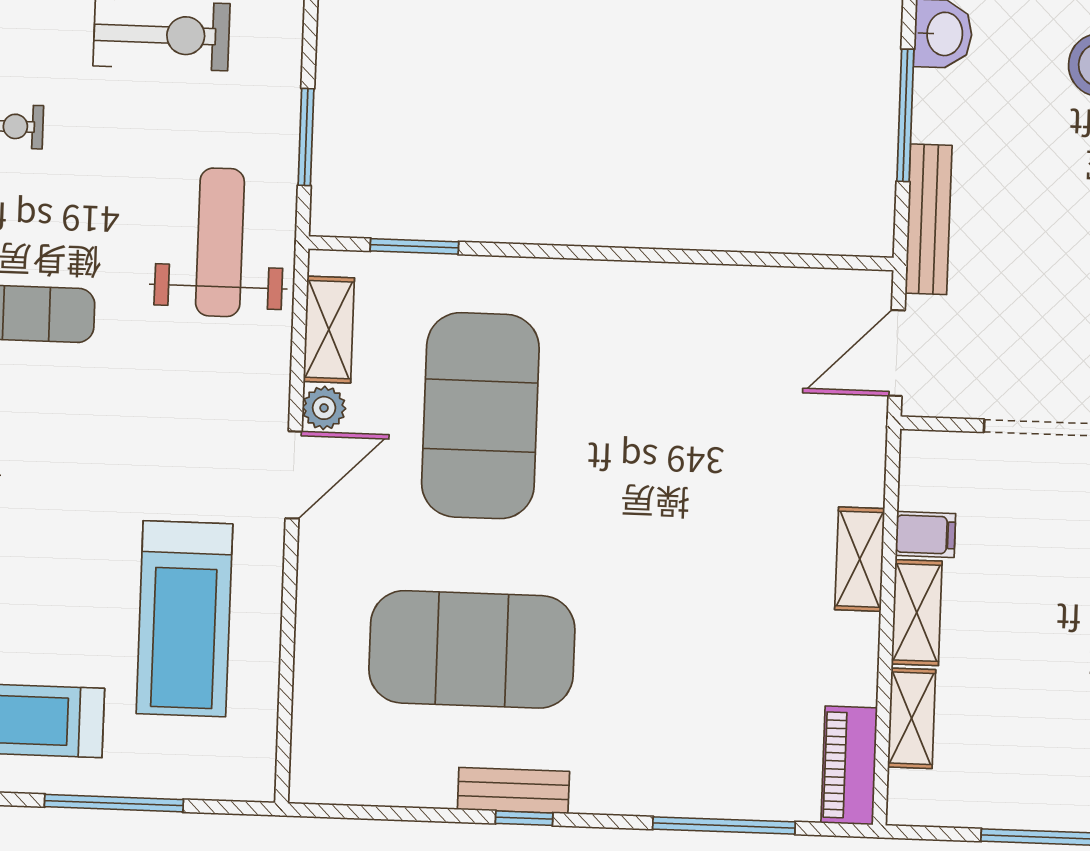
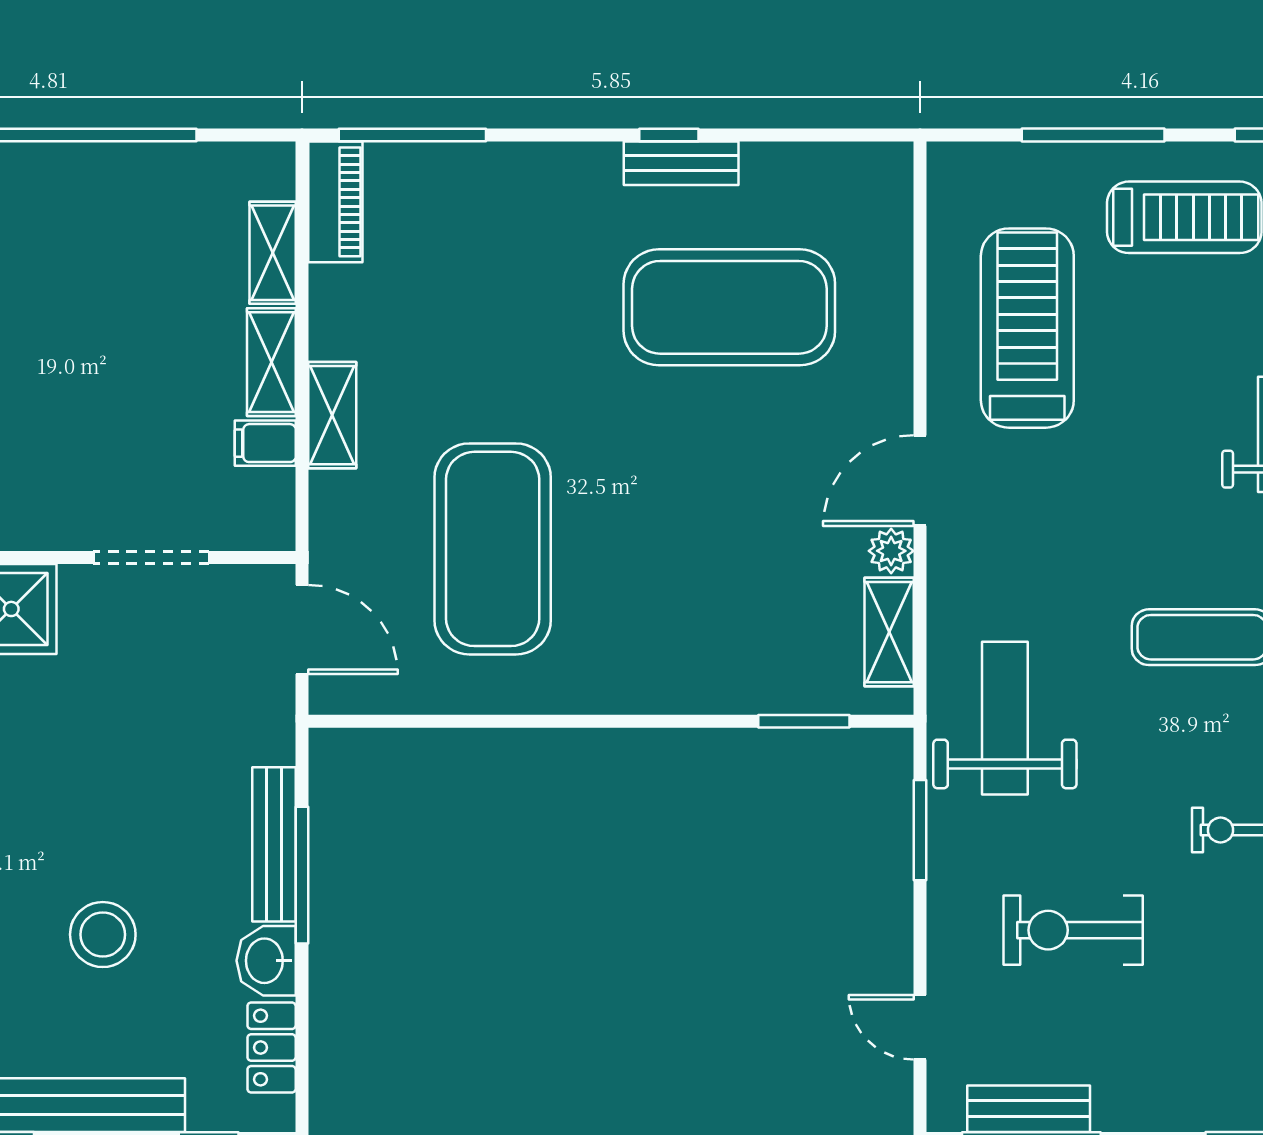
bench: (929, 219) -> (274, 844), moved
weight bench: (220, 242) -> (1005, 718), turned 180
door: (897, 353) -> (302, 629), hinge flipped
exercise mat: (480, 416) -> (493, 549), moved
window: (724, 825) -> (412, 135), moved

